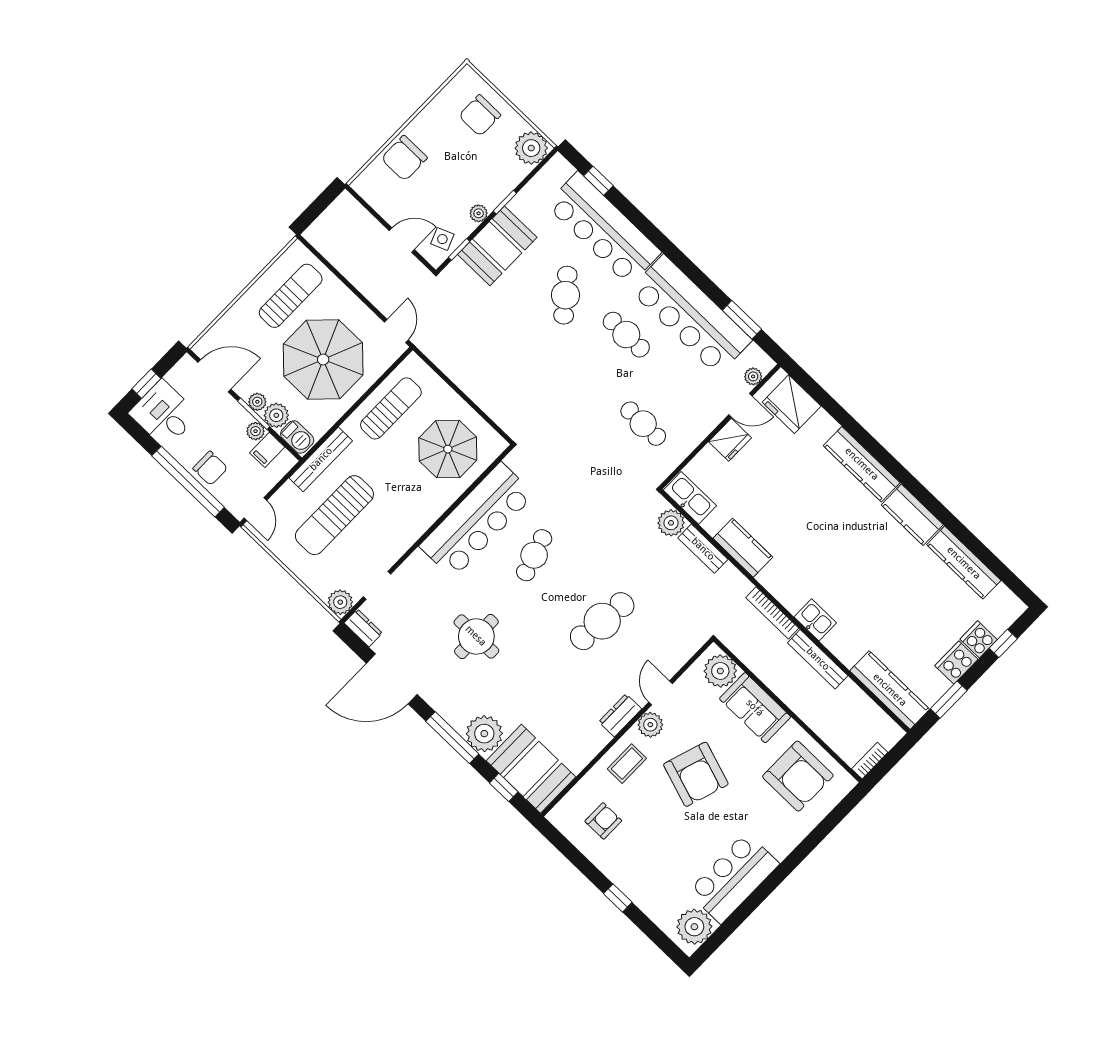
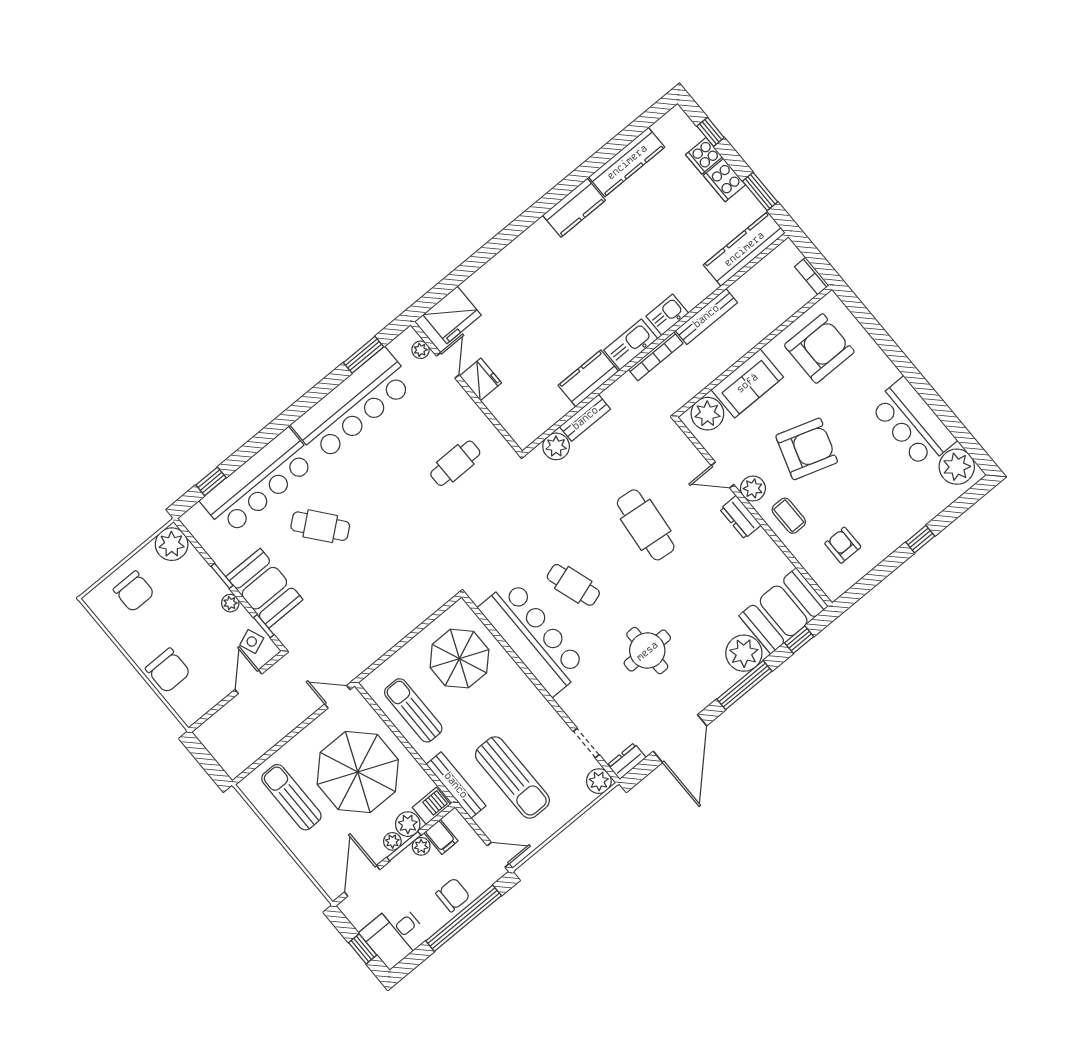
cafe table: (626, 335) -> (366, 470), removed
kitchen counter: (862, 464) -> (519, 252), removed
kitchen sink: (690, 498) -> (631, 344), moved

